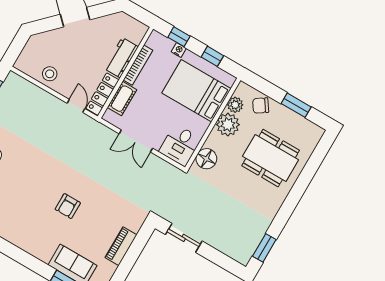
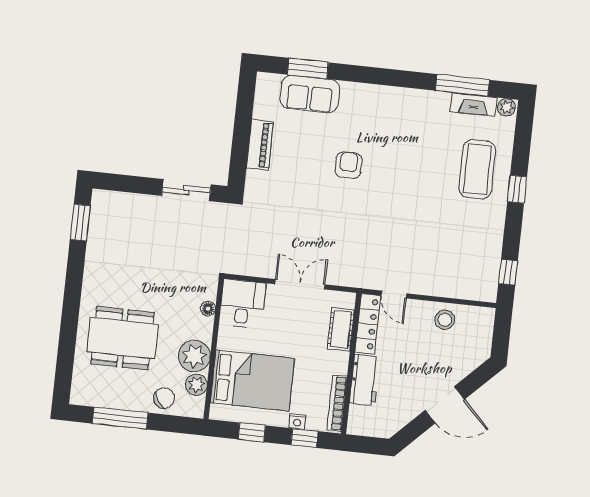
bookcase: (138, 65) -> (337, 403), moved
window: (296, 105) -> (120, 418), width x1.44
floor lamp: (206, 159) -> (208, 309), width x0.53, depth x0.53

